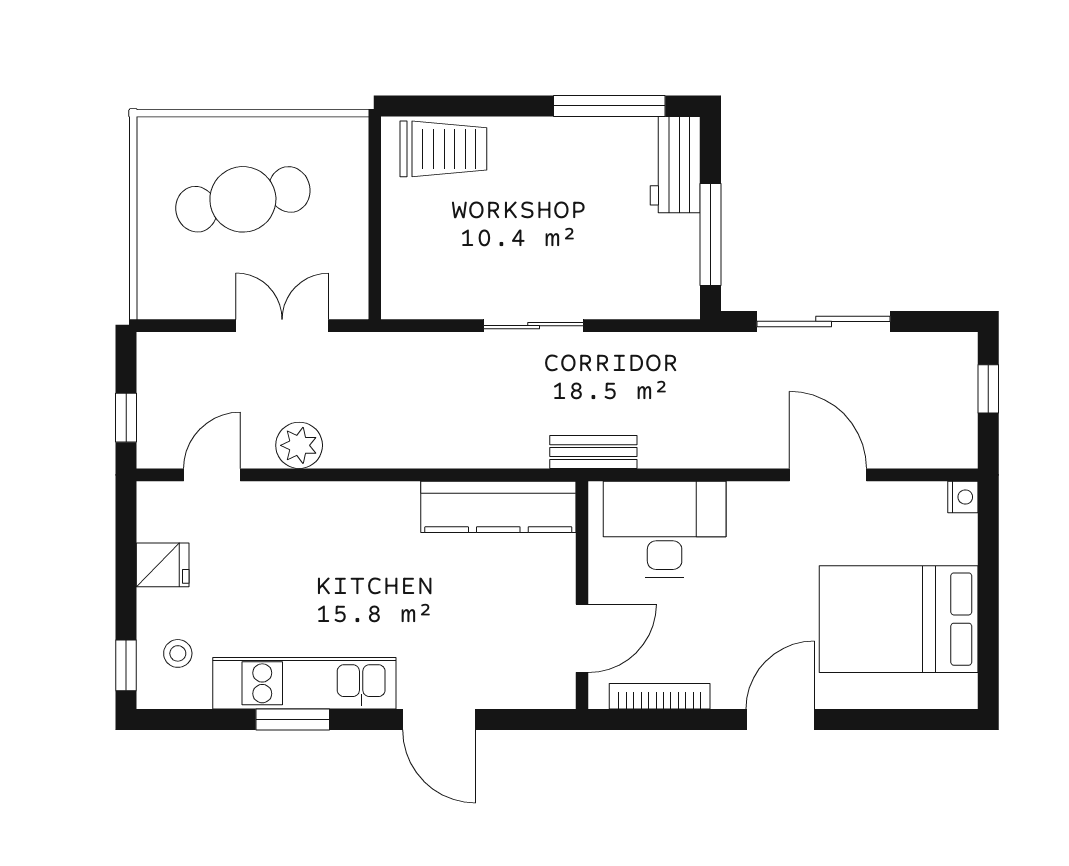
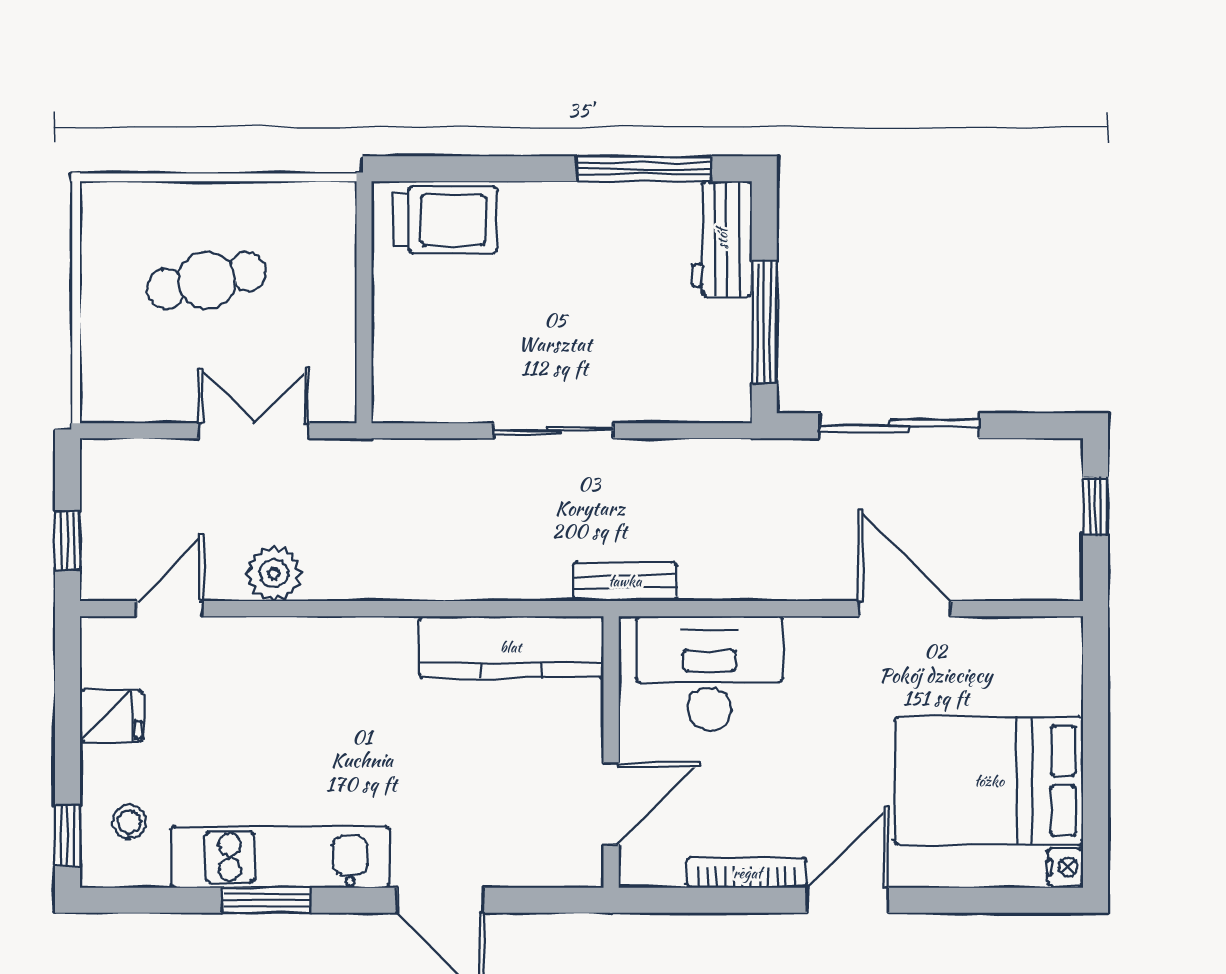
cafe table: (243, 199) -> (207, 280), width x0.73, depth x0.74
nightstand: (963, 497) -> (1065, 867), moved
bookcase: (660, 696) -> (747, 873), moved

